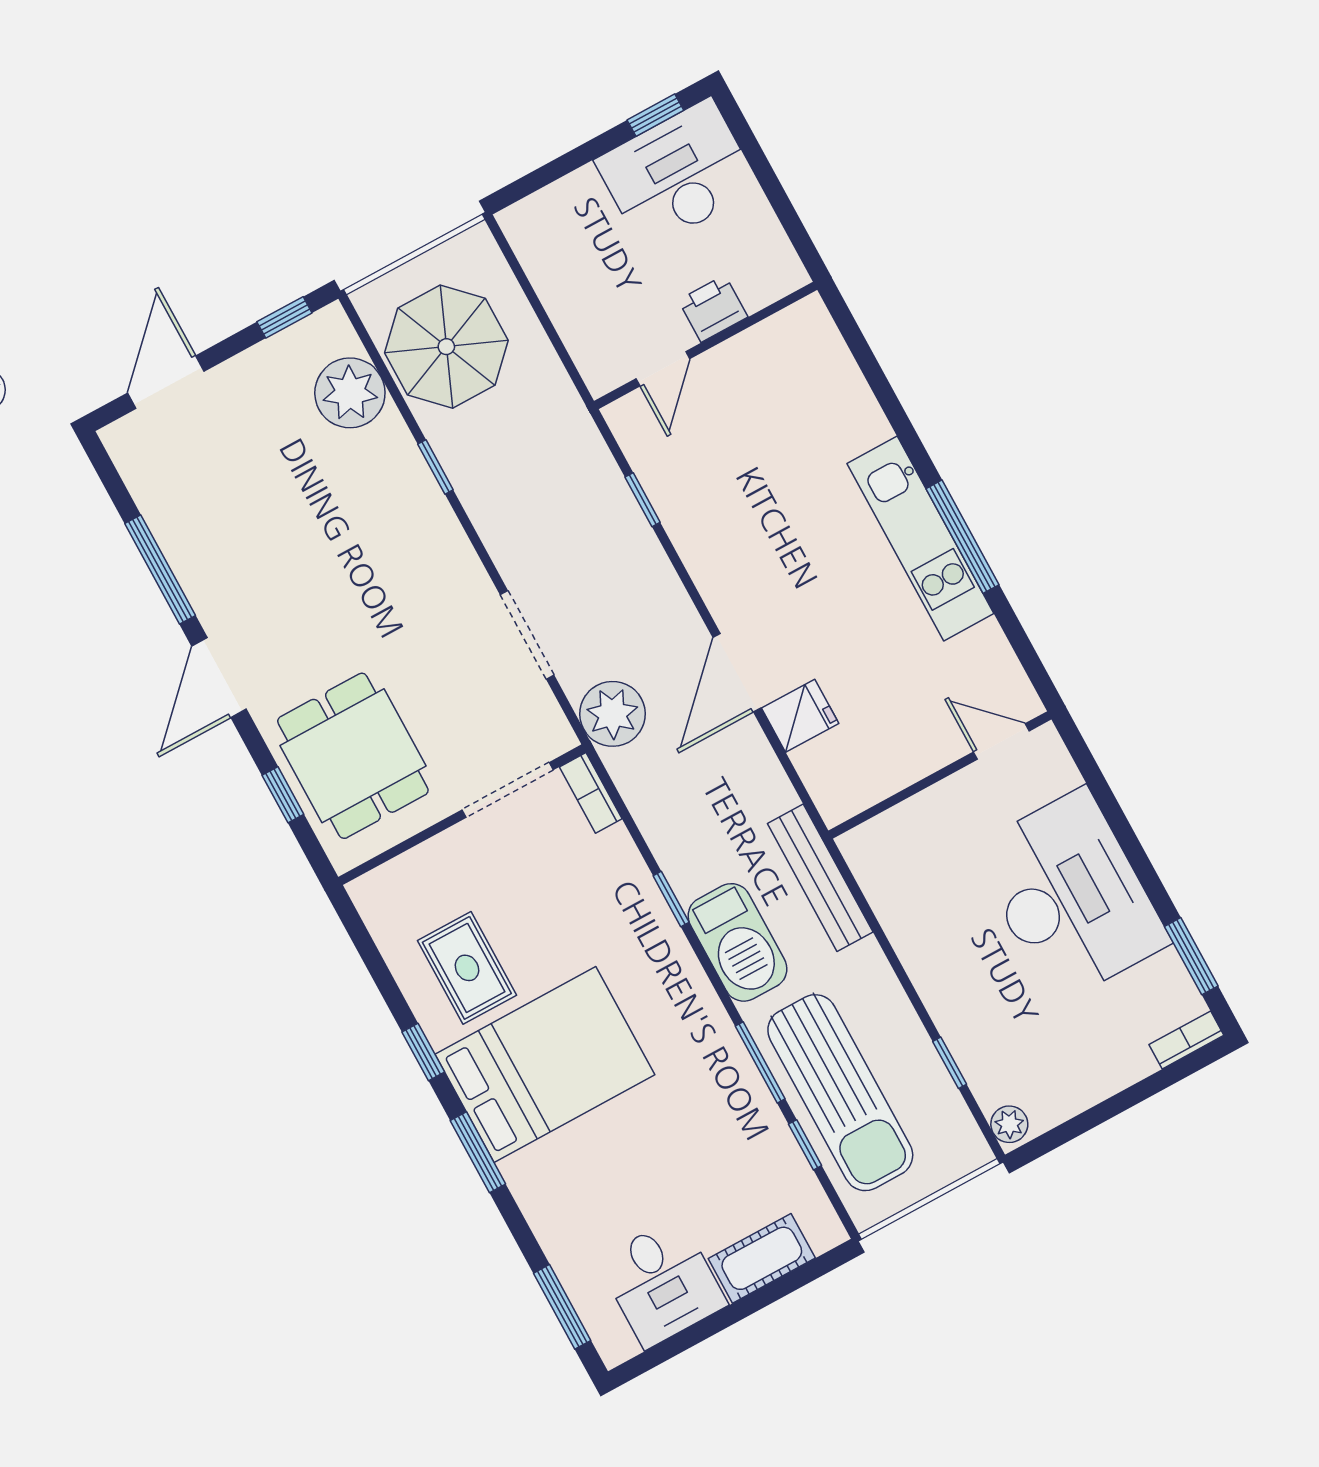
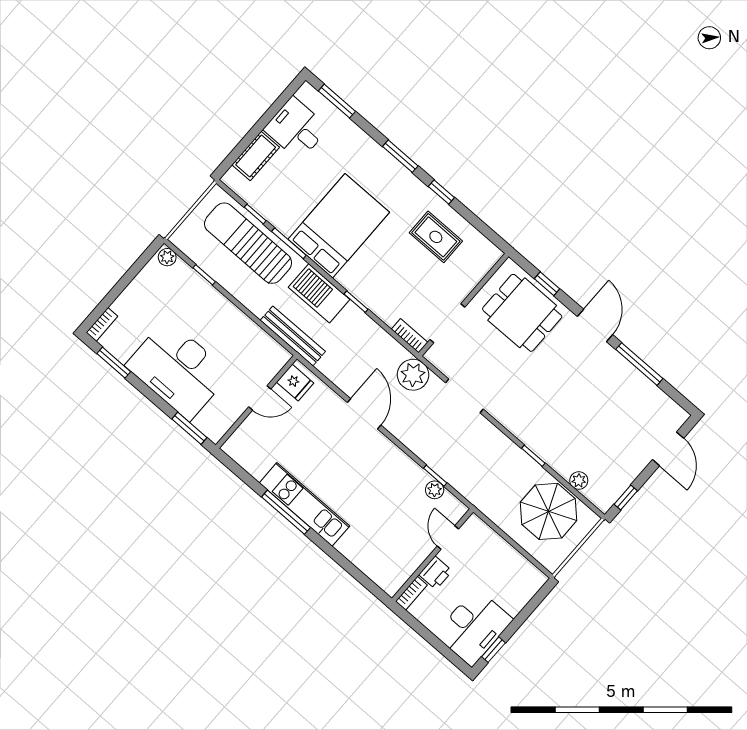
bookcase: (775, 286) -> (411, 593), added
plant: (350, 393) -> (579, 481), width x0.53, depth x0.53
plant: (654, 472) -> (435, 490), added
fridge: (800, 716) -> (295, 383), moved, turned -90
door: (1001, 741) -> (260, 398), moved
window: (1091, 772) -> (189, 428), added
bed: (545, 1064) -> (339, 226), moved, turned 180

